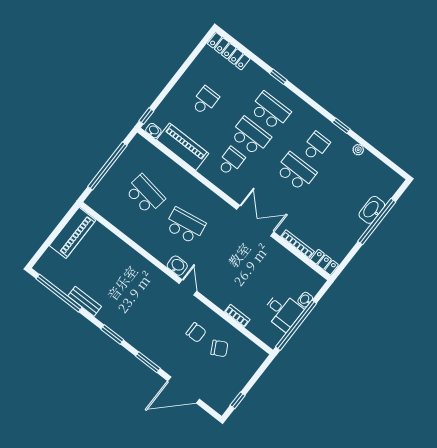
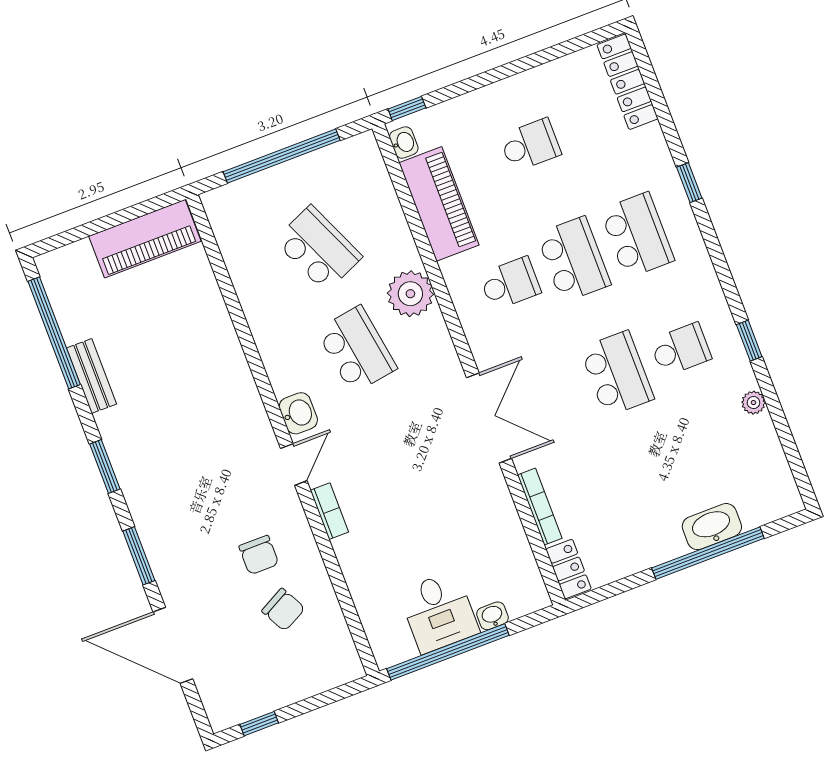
plant: (193, 190) -> (410, 294), added
school desk: (145, 194) -> (318, 249), turned -33
bookcase: (237, 316) -> (329, 511), moved

